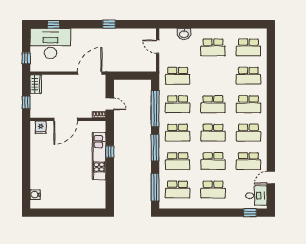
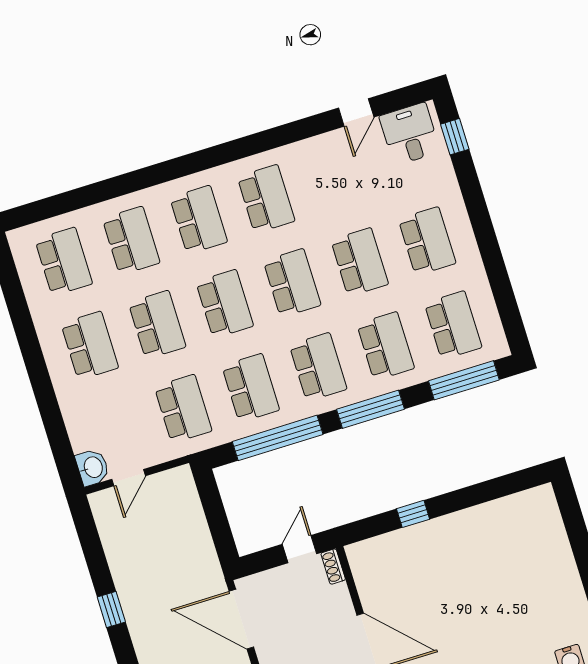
washbasin: (184, 34) -> (93, 467), moved
kitchen unit: (99, 156) -> (432, 536), removed
school desk: (248, 161) -> (157, 325), moved
door: (271, 178) -> (356, 112), hinge flipped

